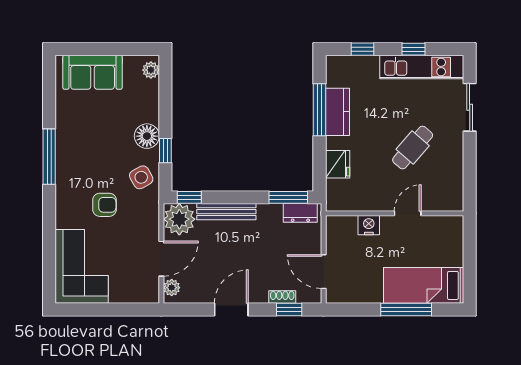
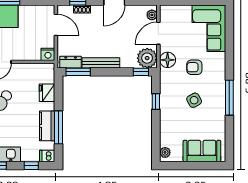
dishwasher: (337, 64) -> (47, 156), added
floor lamp: (147, 136) -> (168, 60), moved
side table: (141, 177) -> (194, 100), moved
bench: (226, 212) -> (101, 63), moved
nightstand: (369, 225) -> (48, 54), moved

